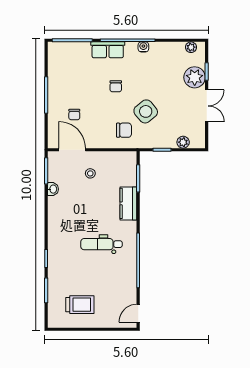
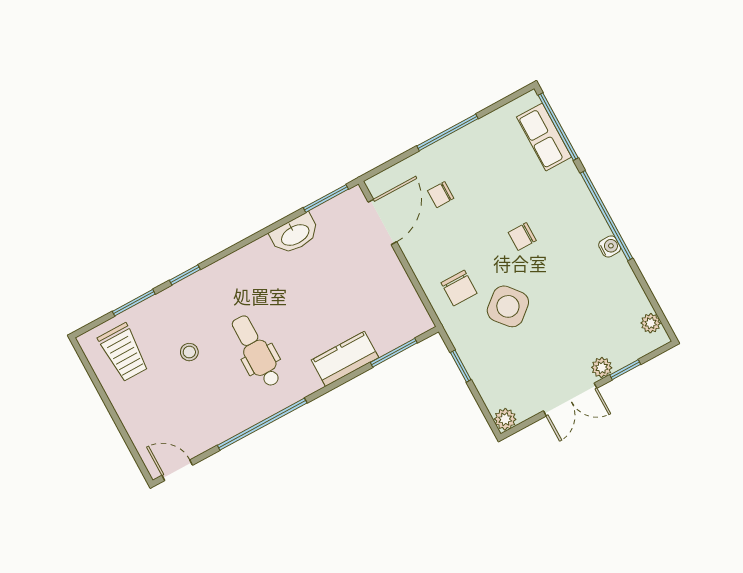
row of seats: (108, 50) -> (544, 137), moved
plant: (195, 77) -> (602, 368), width x0.53, depth x0.53
plant: (183, 142) -> (505, 419), moved
stool: (90, 173) -> (189, 352), moved
washbasin: (53, 189) -> (295, 234), width x1.91, depth x1.45
trolley: (80, 305) -> (124, 352), moved

